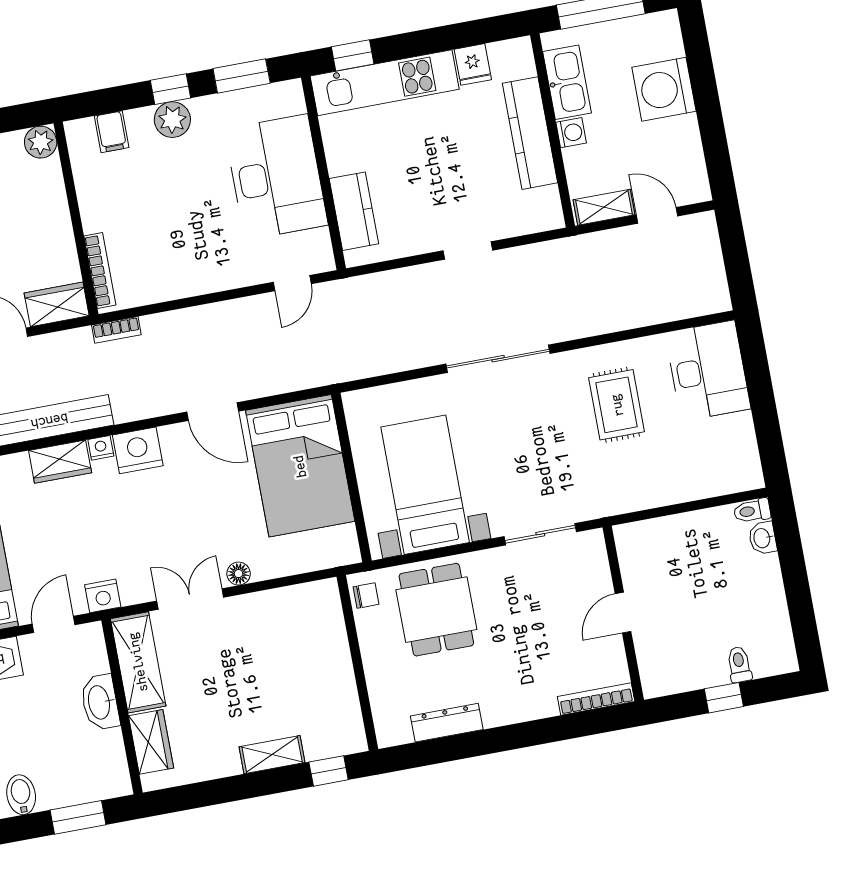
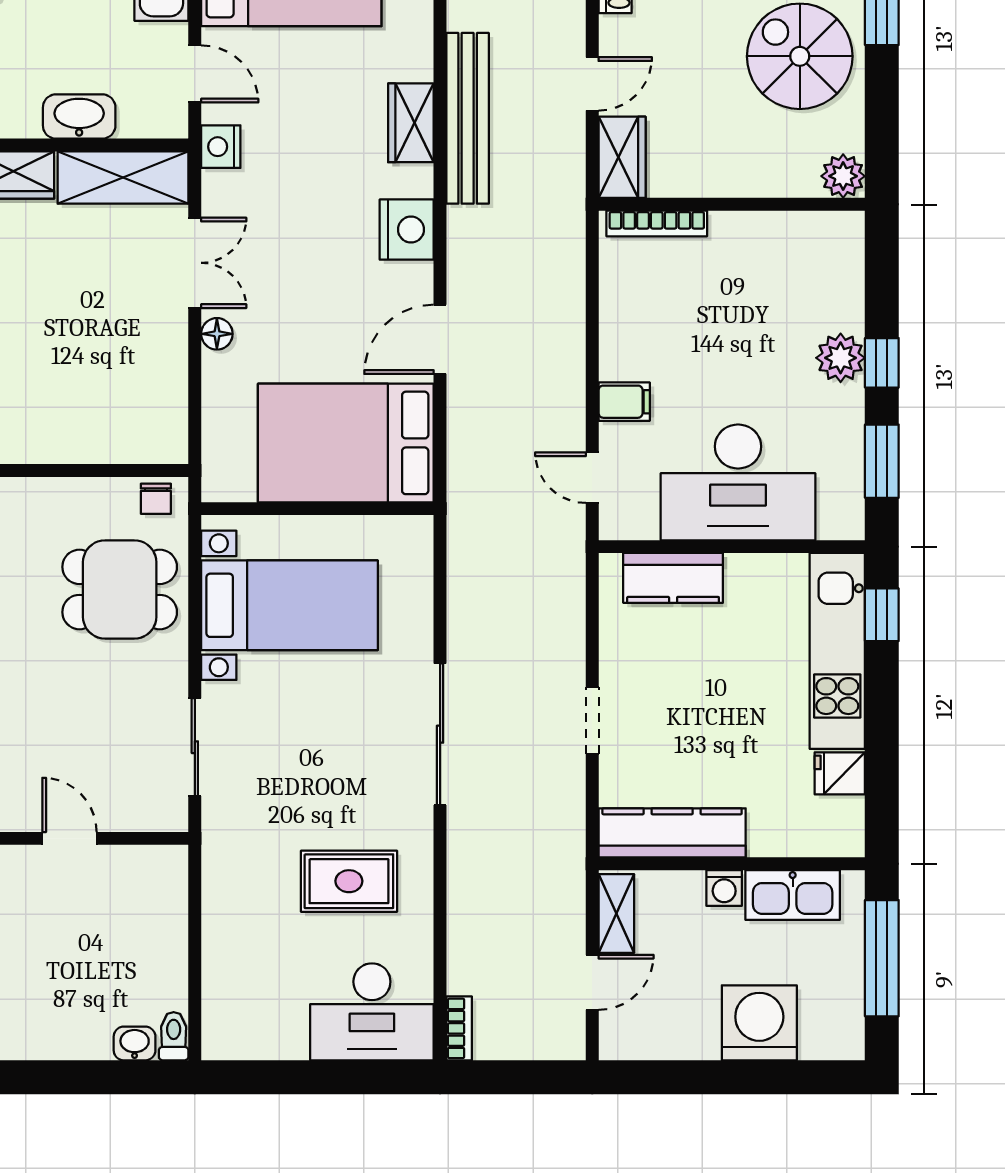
filing cabinet: (112, 132) -> (624, 402), moved, turned 180
kitchen counter: (530, 133) -> (672, 833), moved
bookcase: (116, 330) -> (459, 1028), moved, turned 180
nightstand: (101, 448) -> (419, 181), removed

